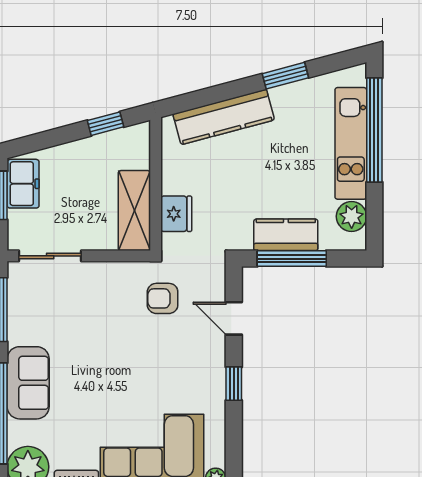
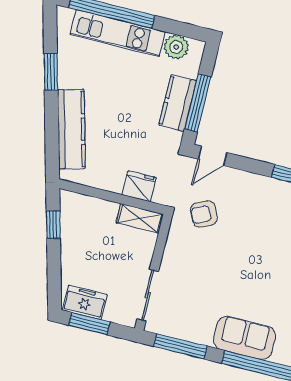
shelving: (134, 211) -> (140, 218), width x0.67, depth x0.75
armchair: (163, 298) -> (204, 214), turned 64
door: (234, 318) -> (213, 156), moved

